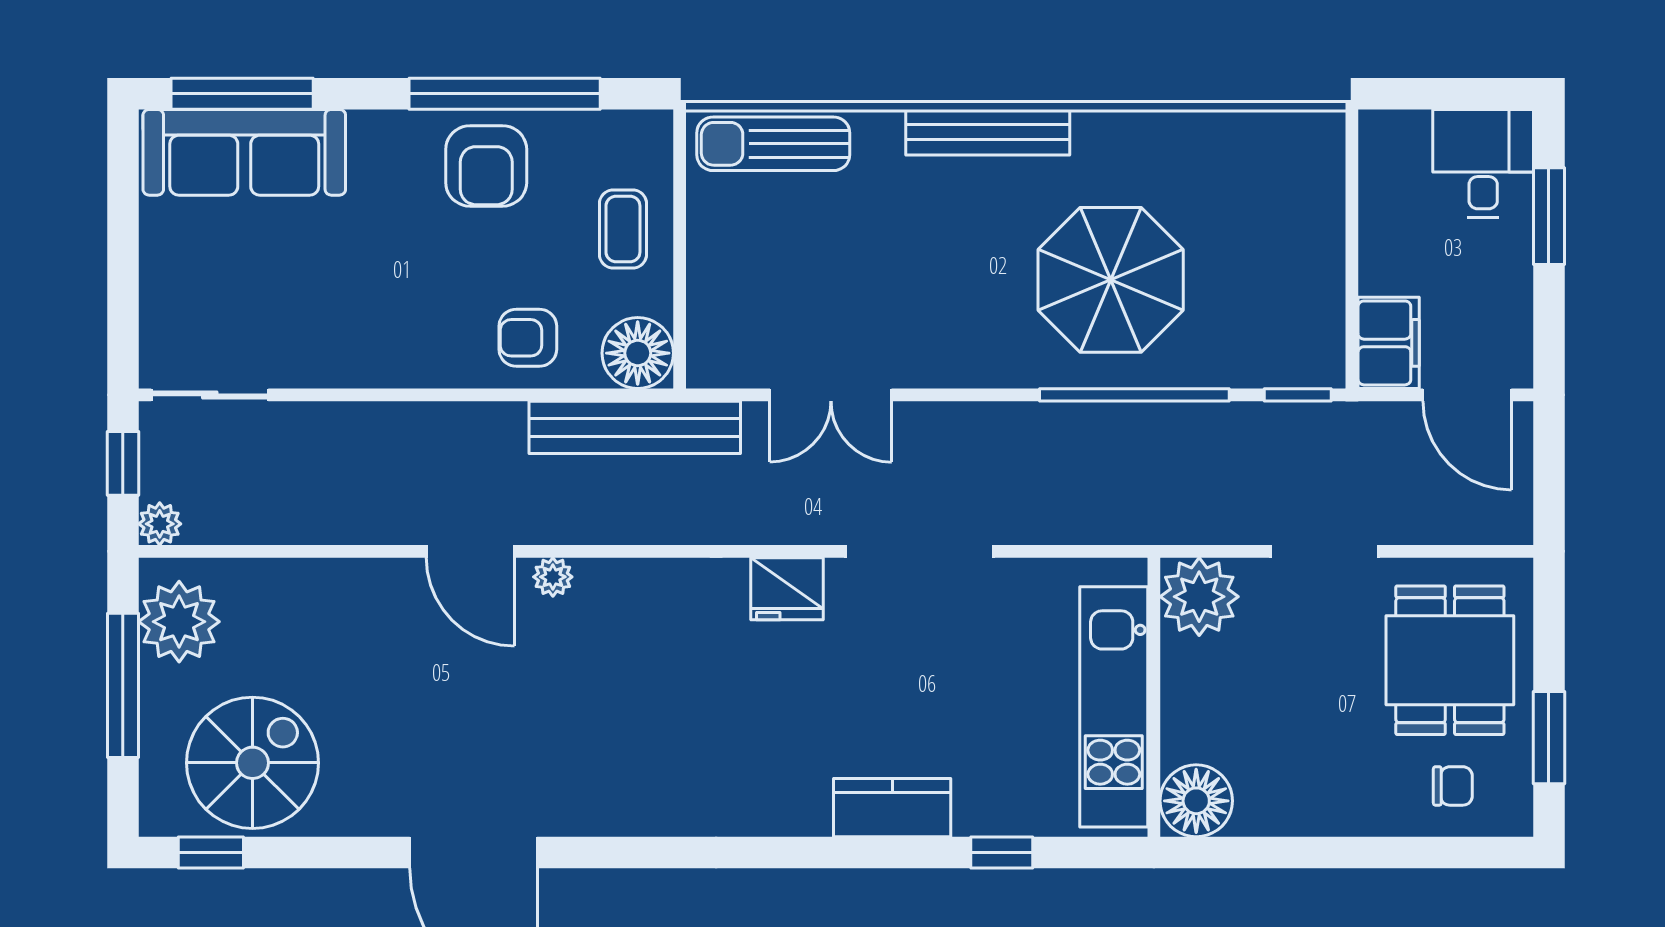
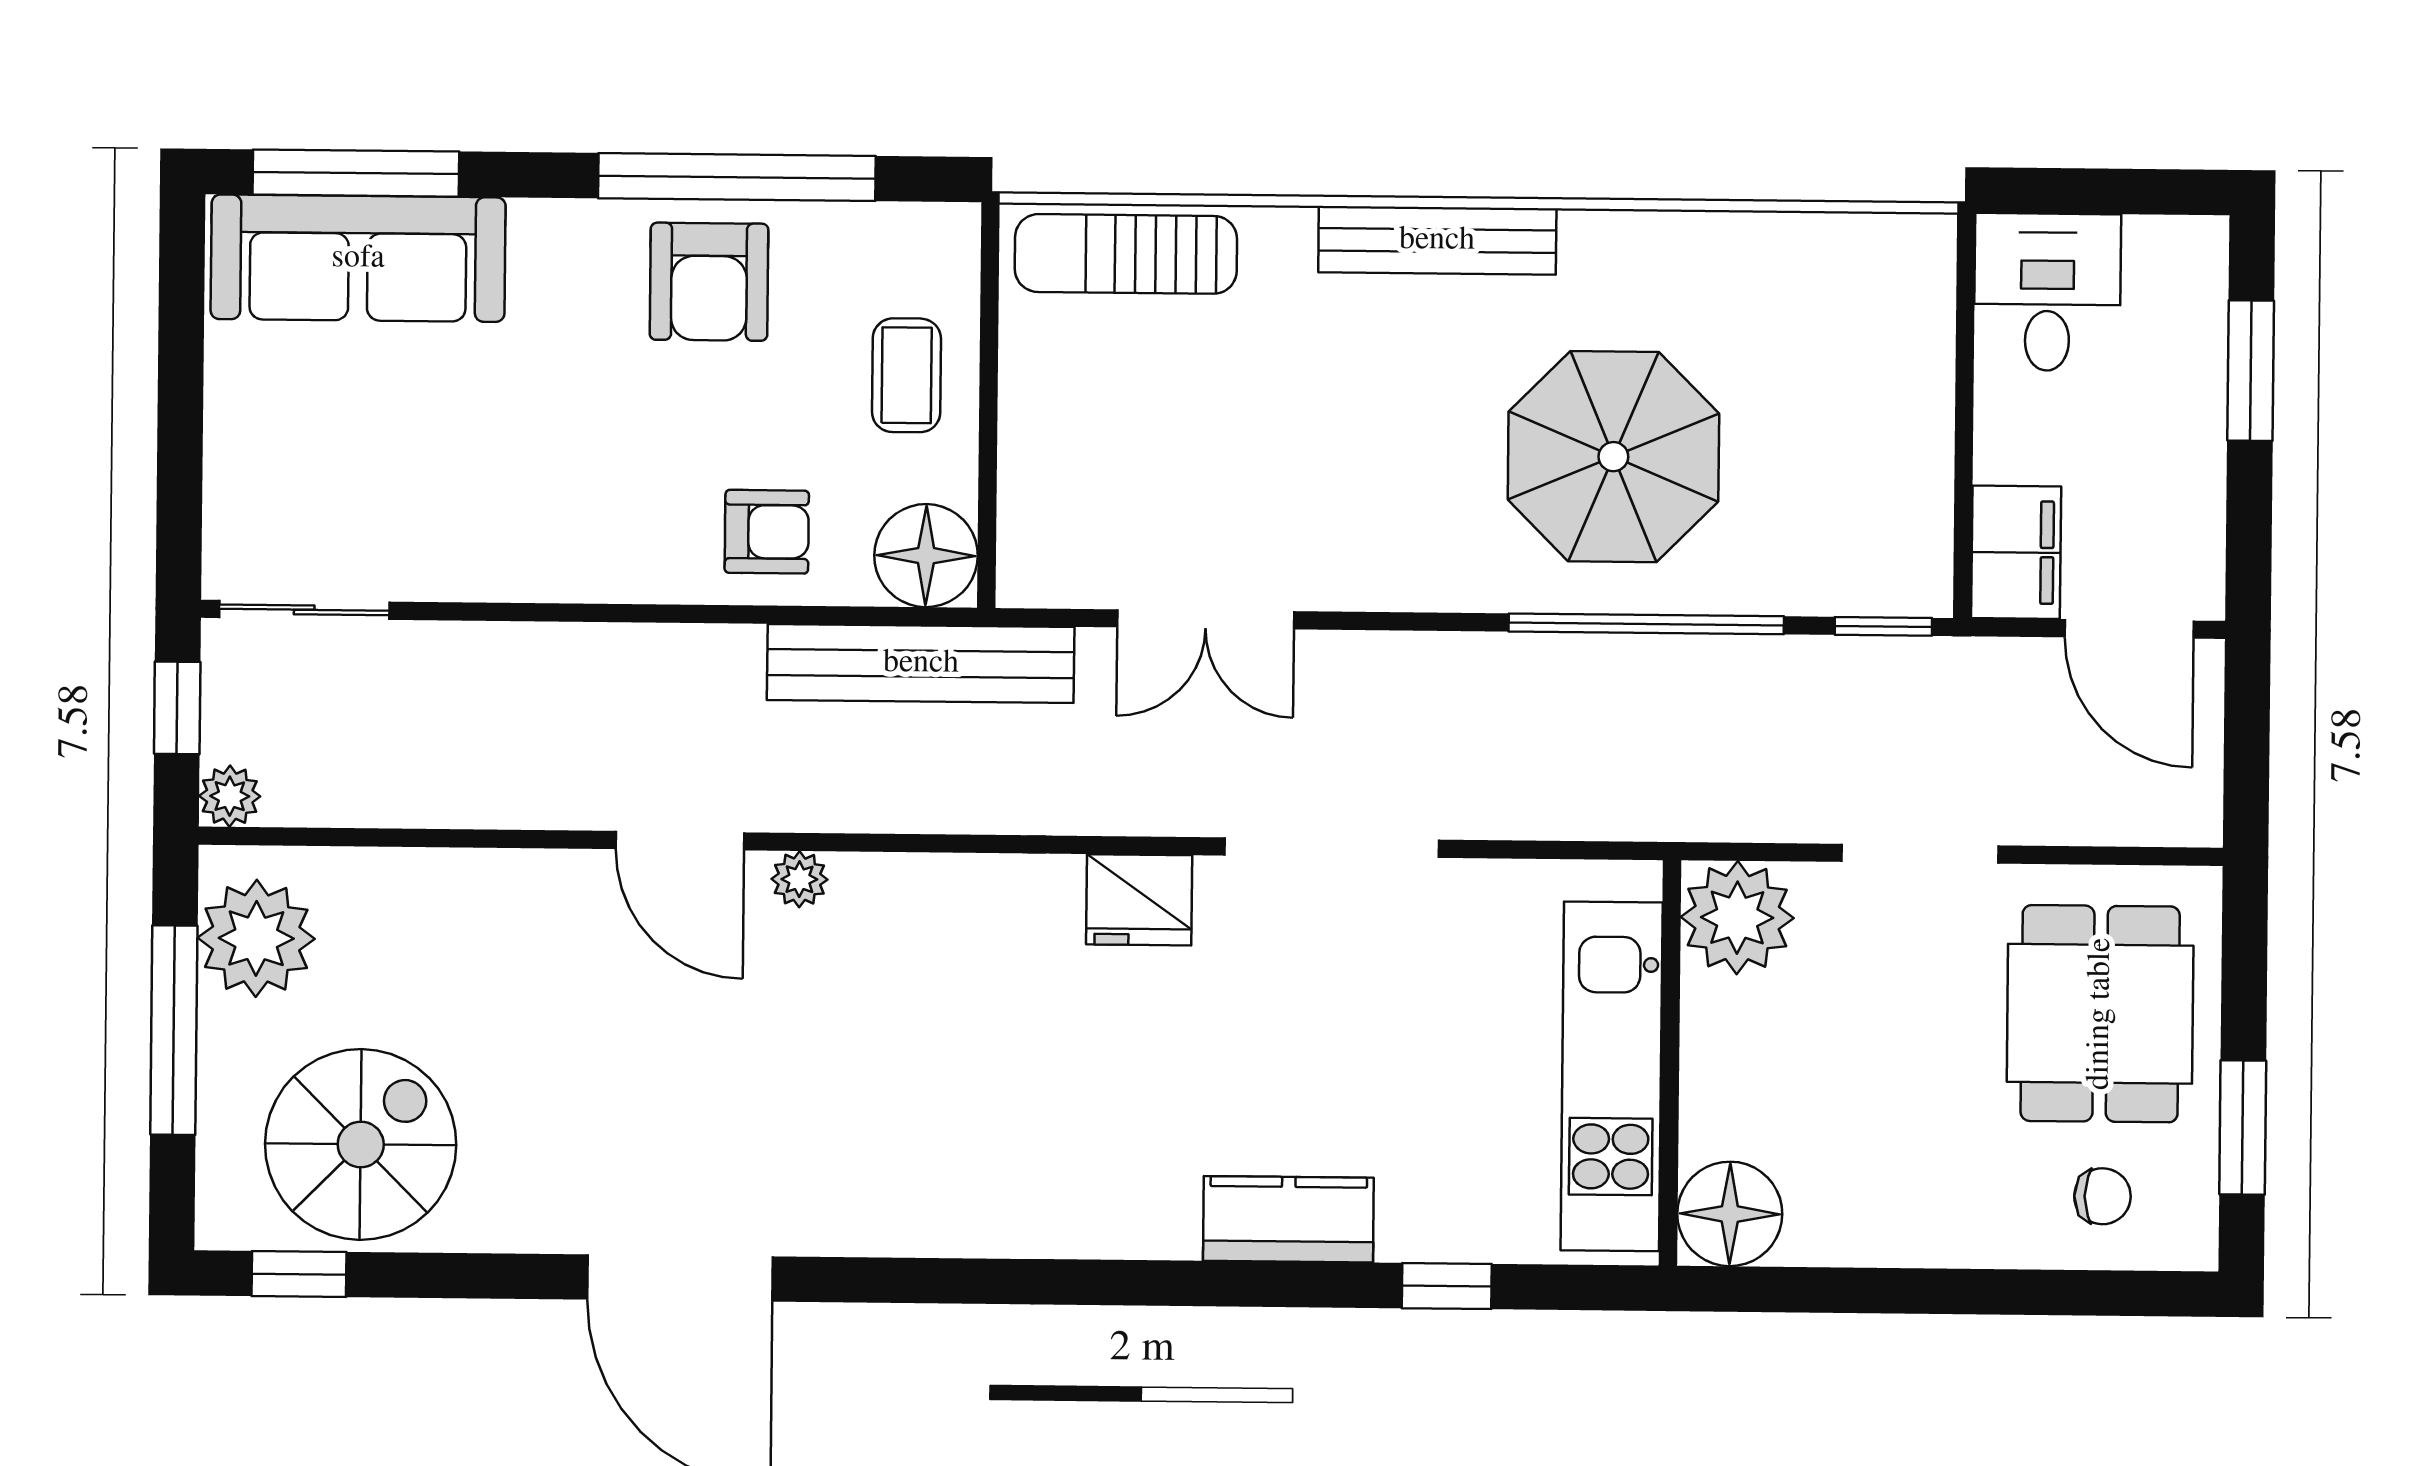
desk: (1483, 163) -> (2047, 292), moved
armchair: (528, 338) -> (767, 532), turned 180

